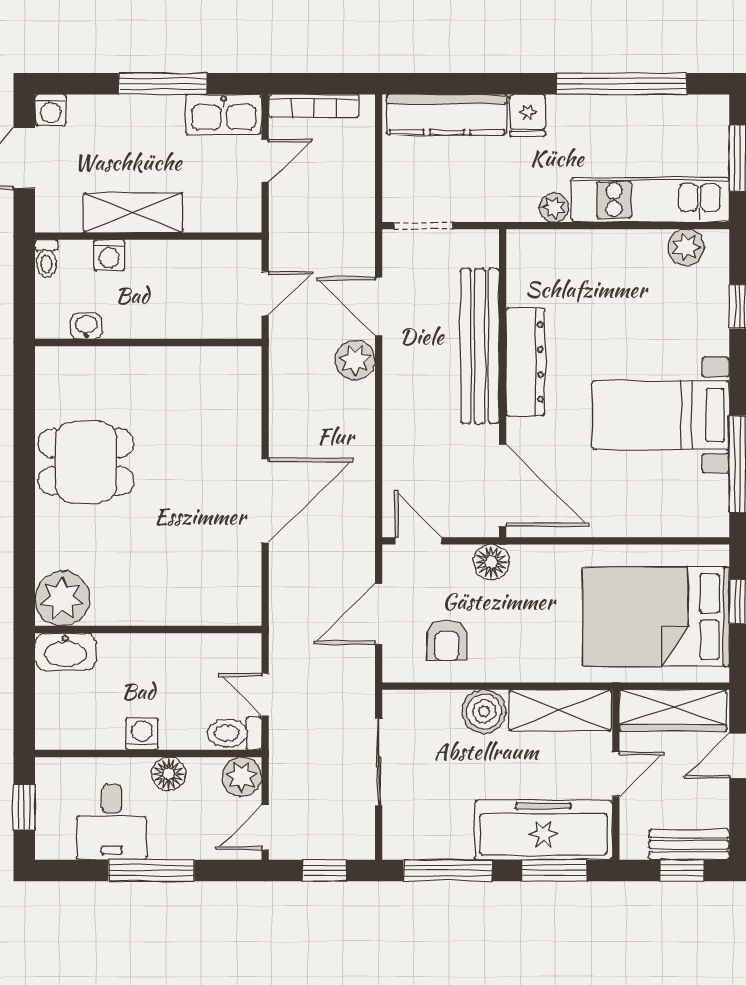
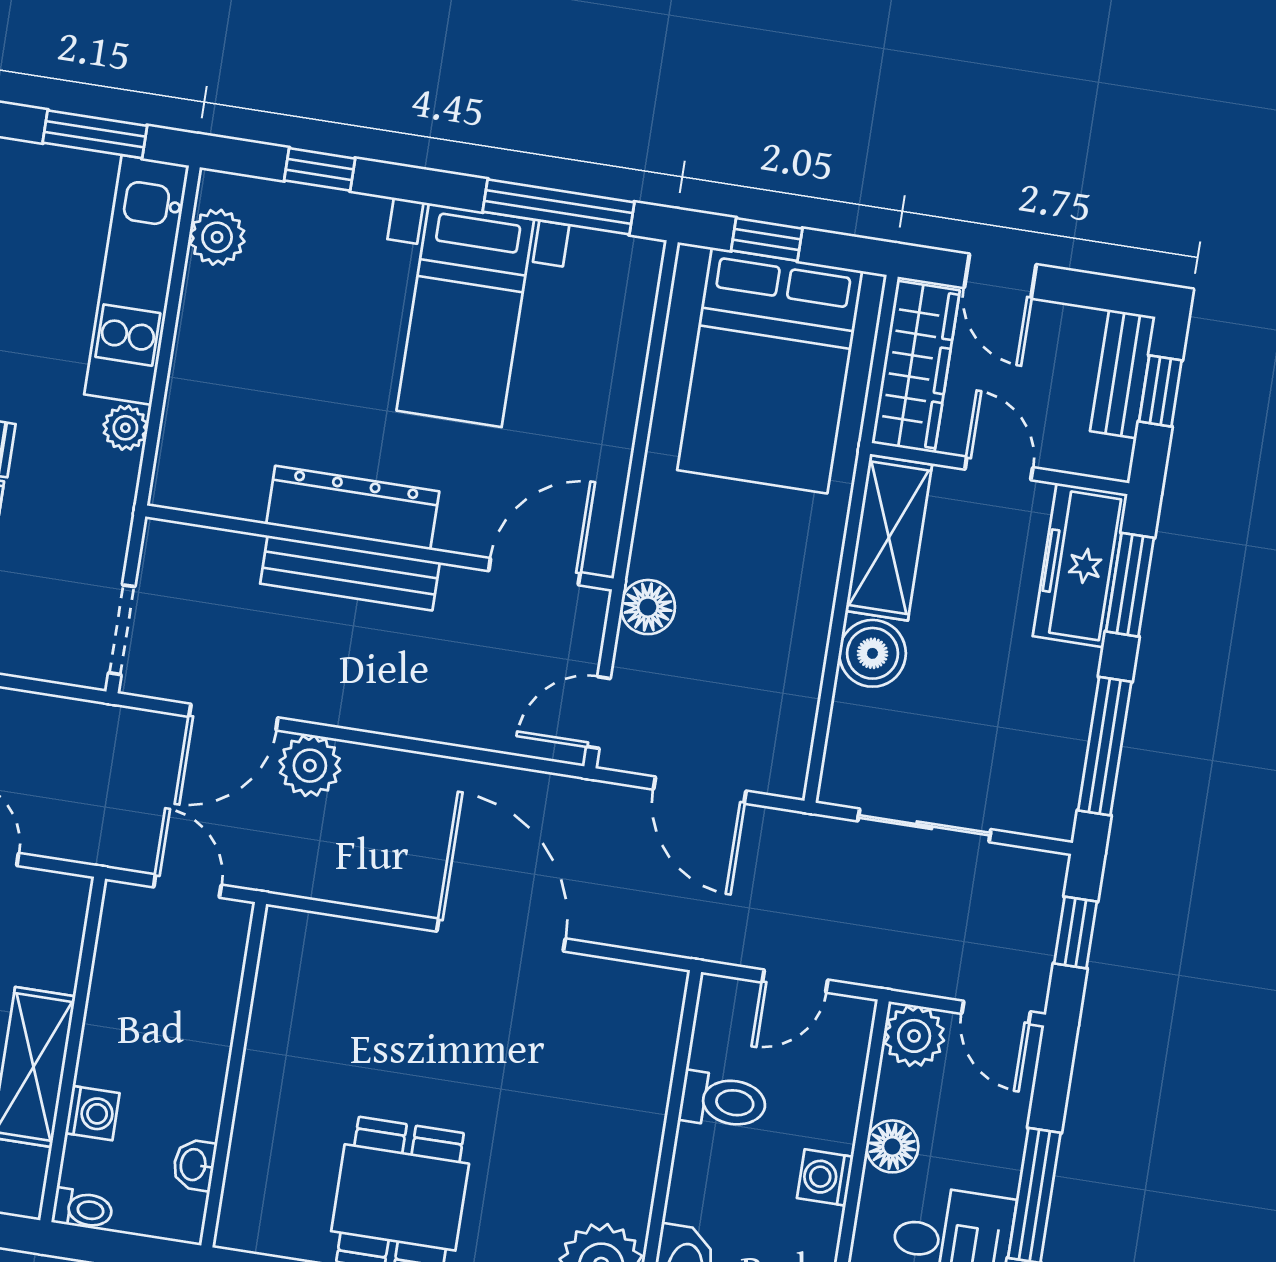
bench: (480, 346) -> (350, 573), width x0.73, depth x0.82
door: (503, 485) -> (534, 572), width x0.73
armchair: (447, 640) -> (756, 693), removed
toilet: (234, 733) -> (723, 1101), moved, turned -90
freezer: (543, 830) -> (1080, 565), width x0.73, depth x0.79

